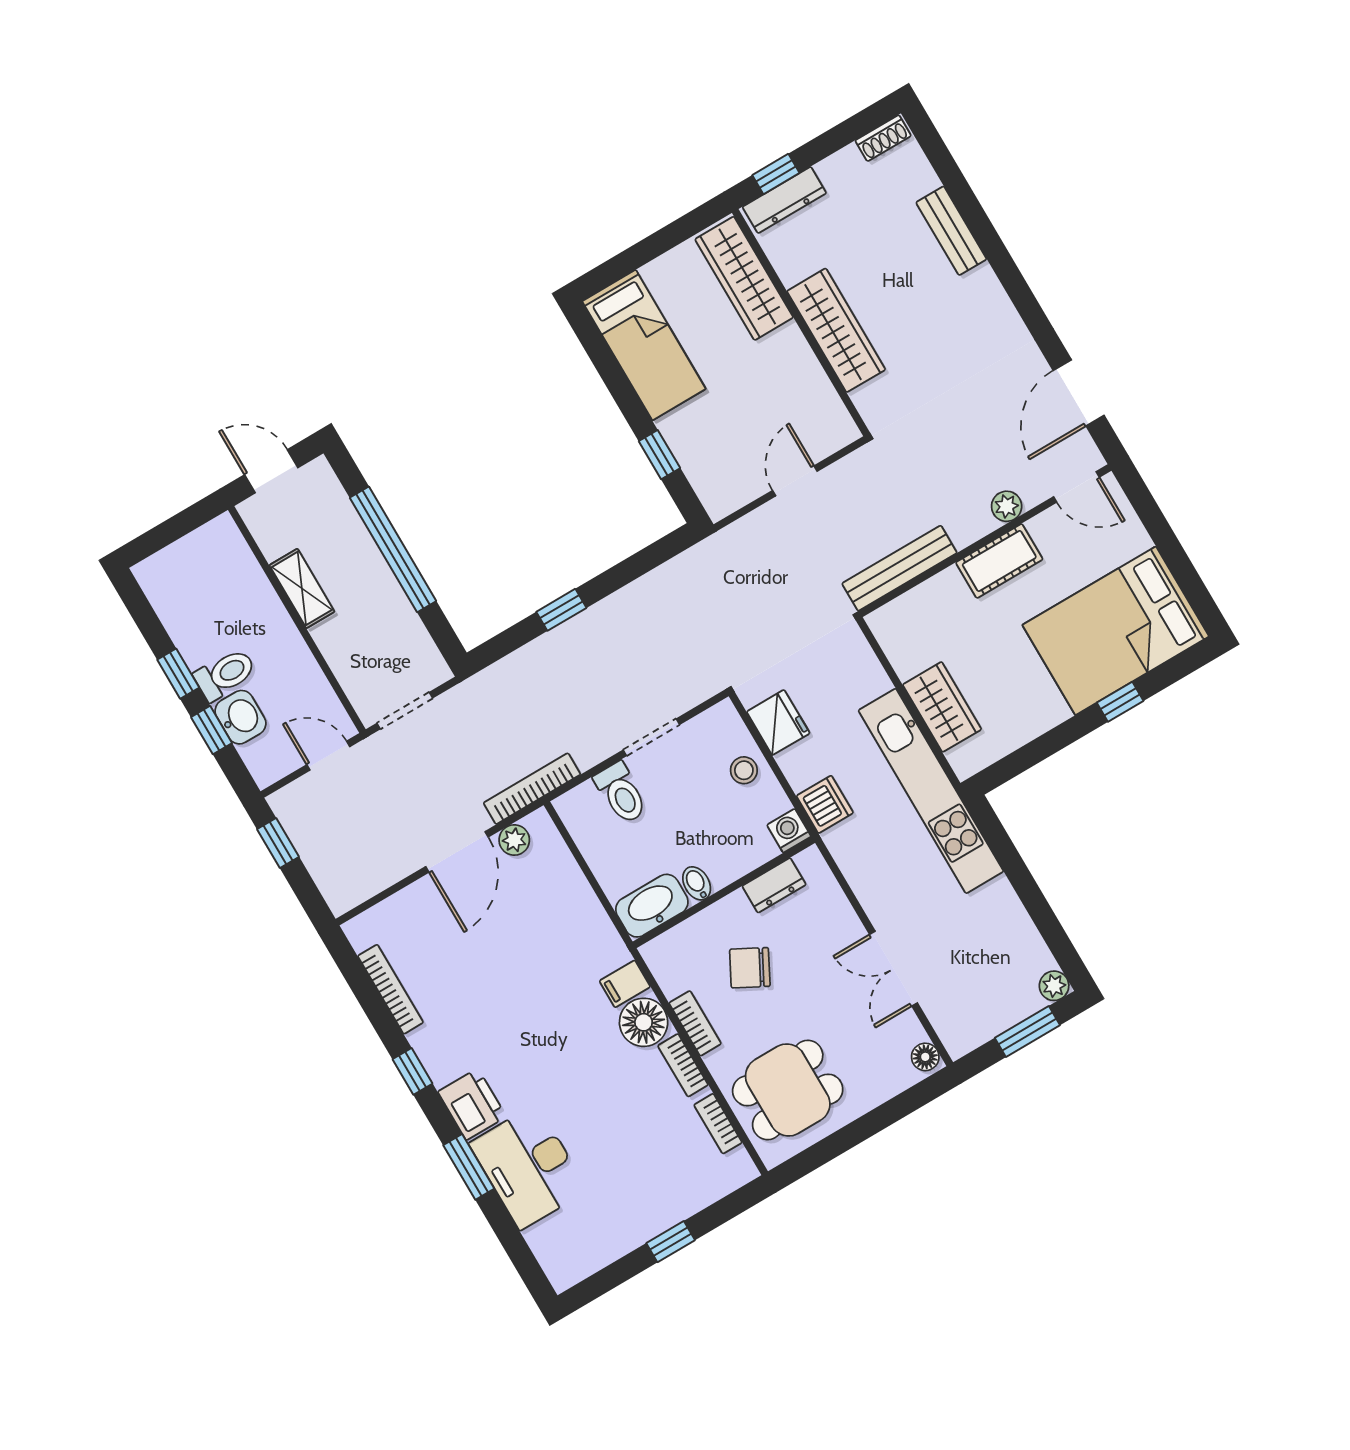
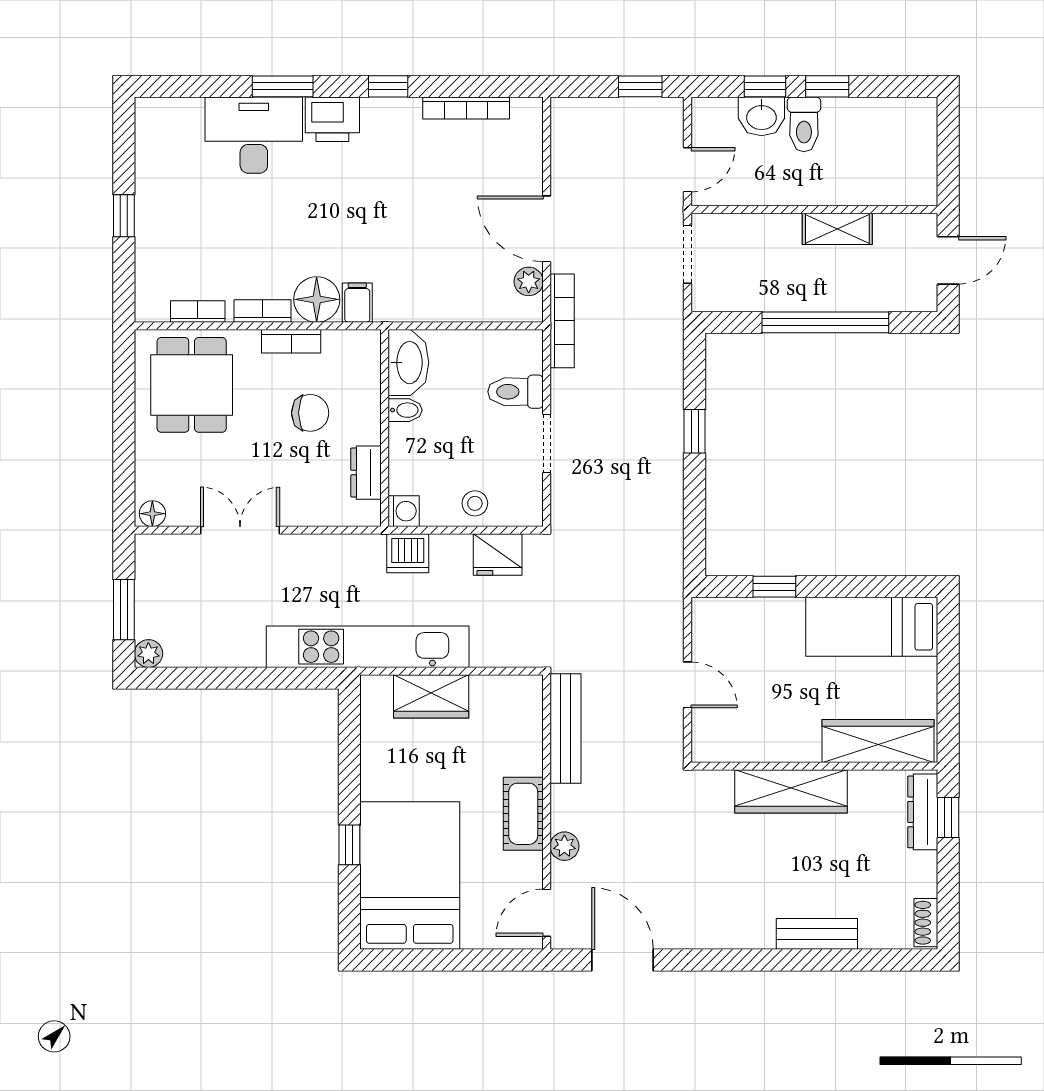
chair: (750, 968) -> (310, 413), turned 62

